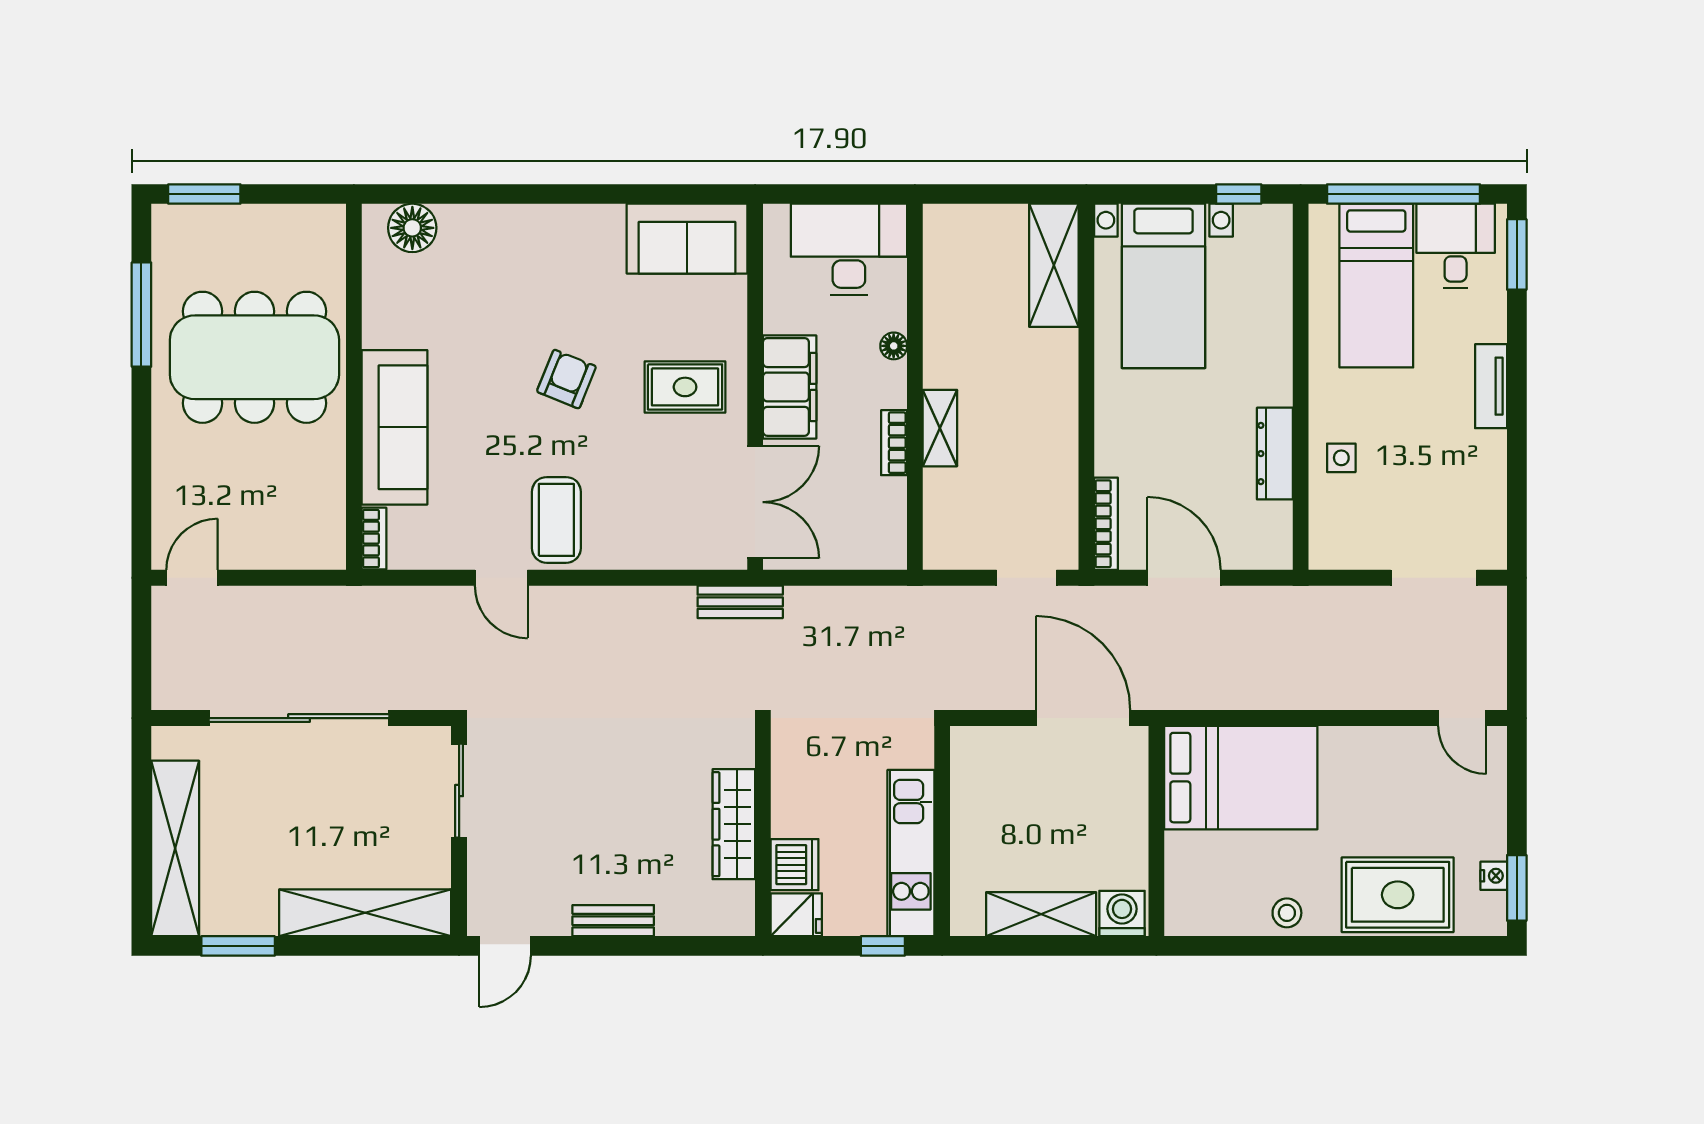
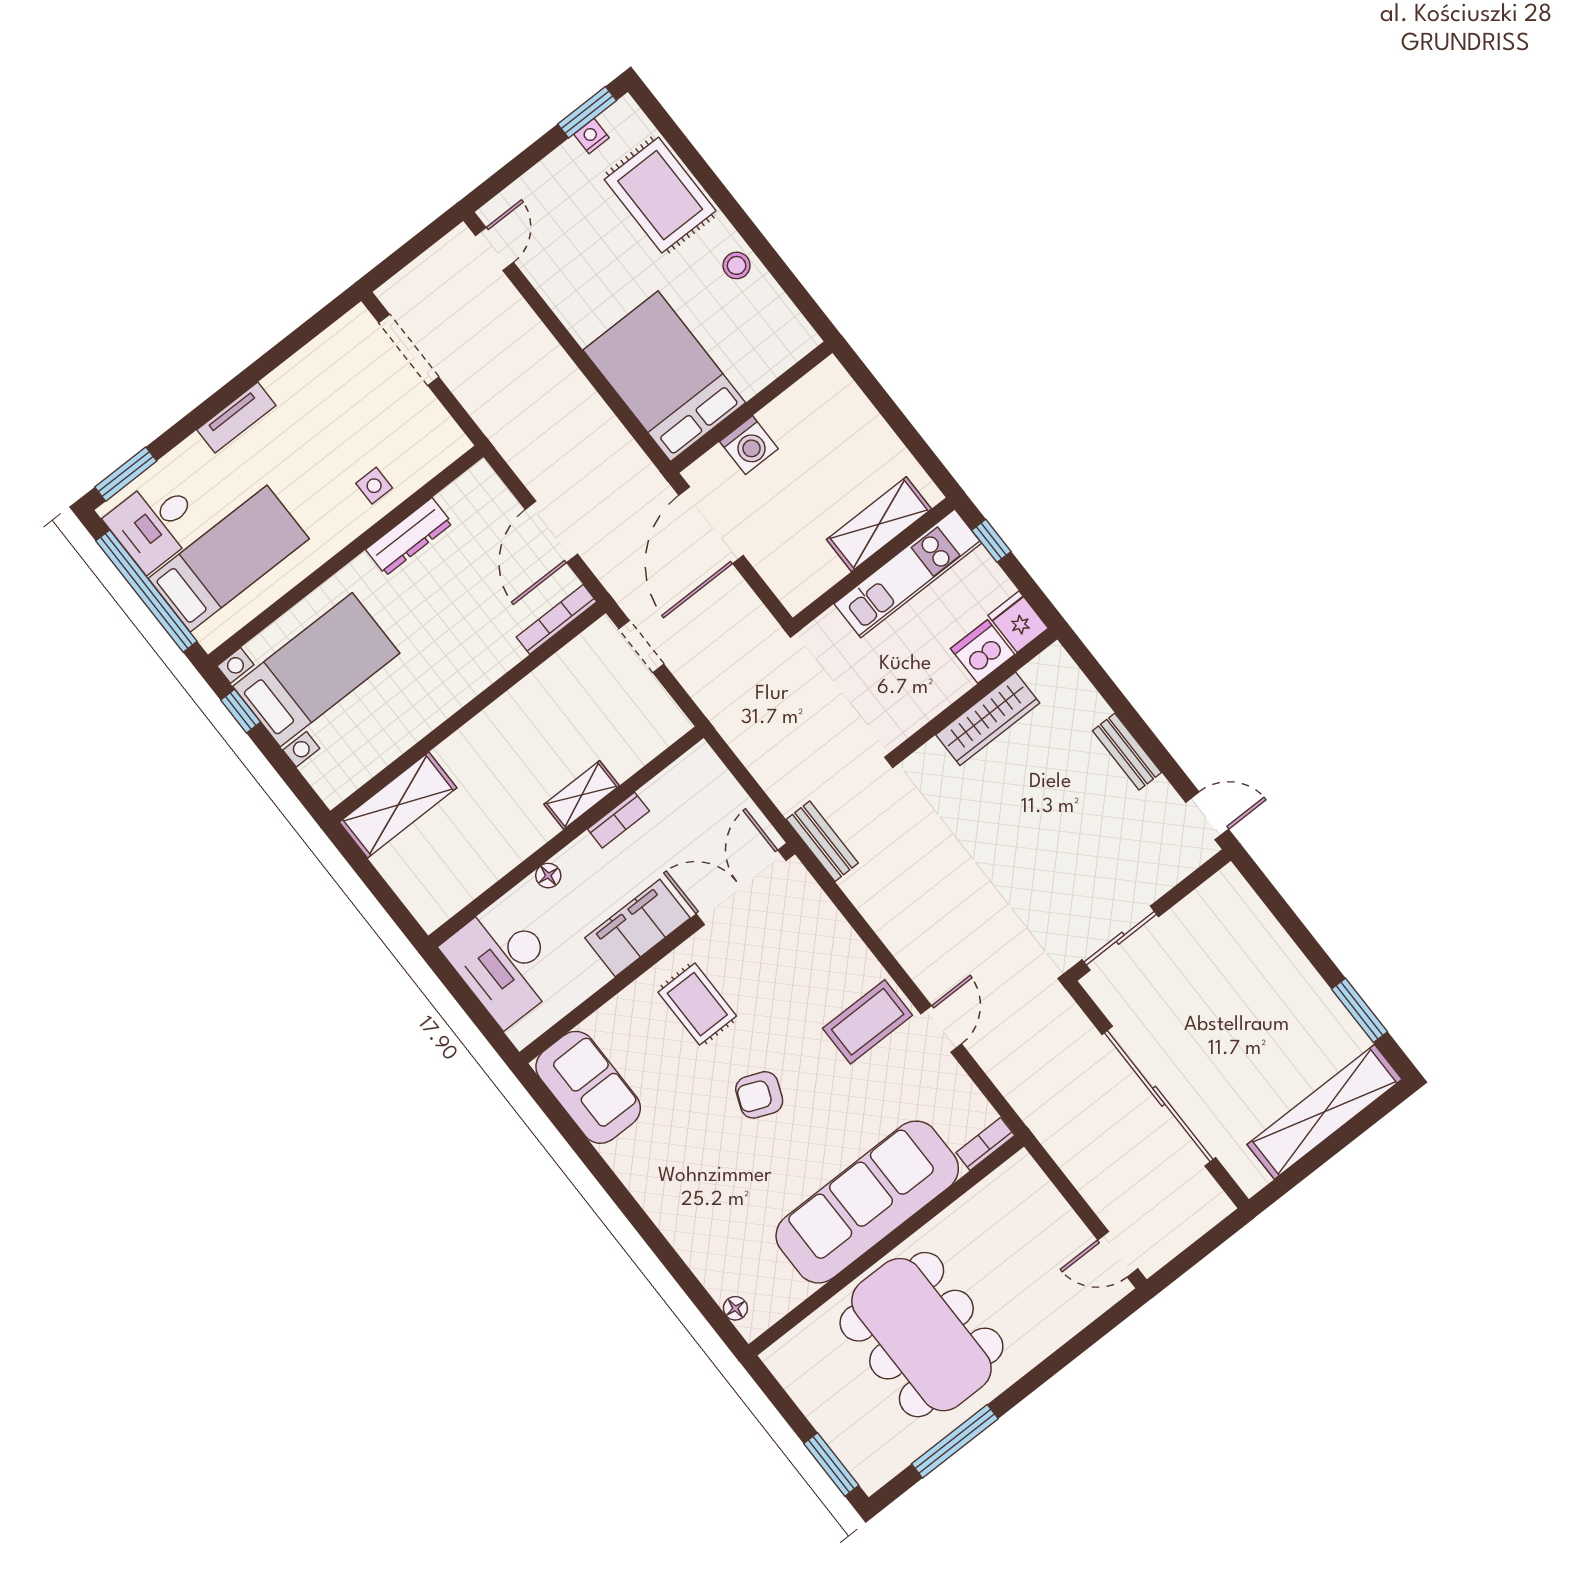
floor lamp: (412, 228) -> (735, 1308), width x0.53, depth x0.53
bed with nightstands: (1163, 286) -> (316, 670), moved
sofa: (394, 427) -> (867, 1202), width x1.36, depth x1.27
shelving: (365, 913) -> (1263, 937), removed
shelving: (1041, 914) -> (879, 524), moved, turned 90
washing machine: (1122, 914) -> (749, 445), moved, turned -90

